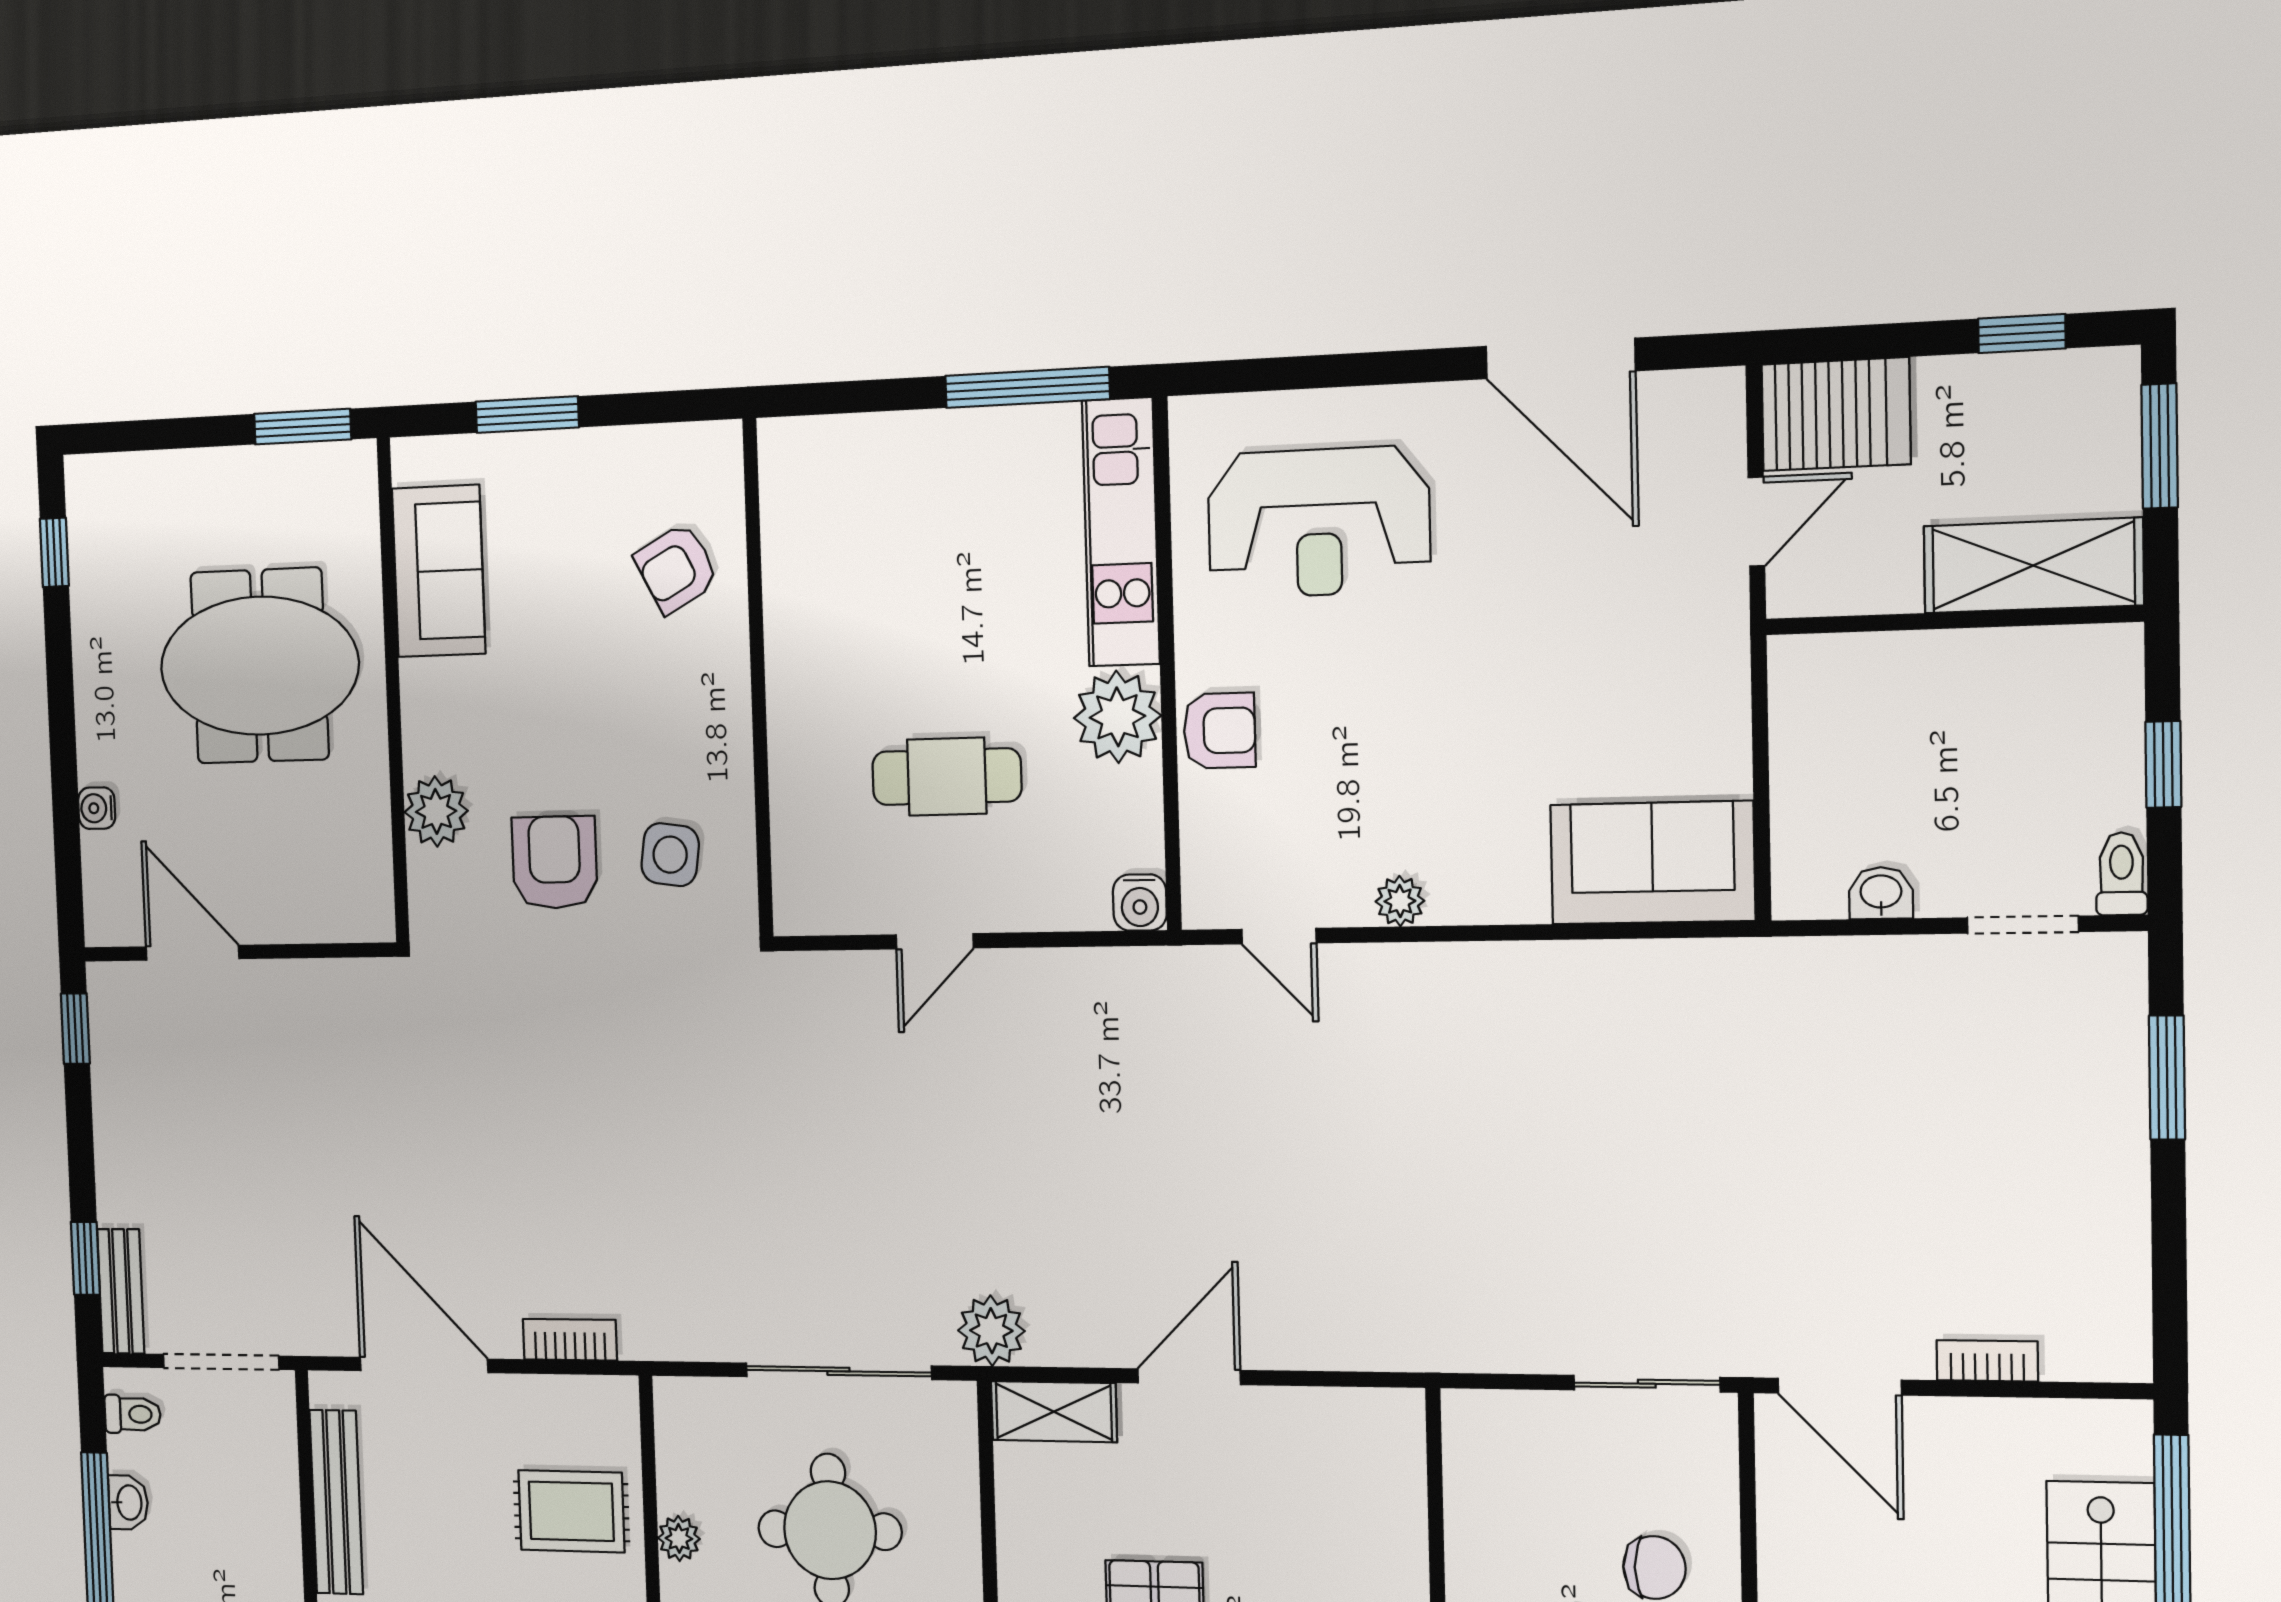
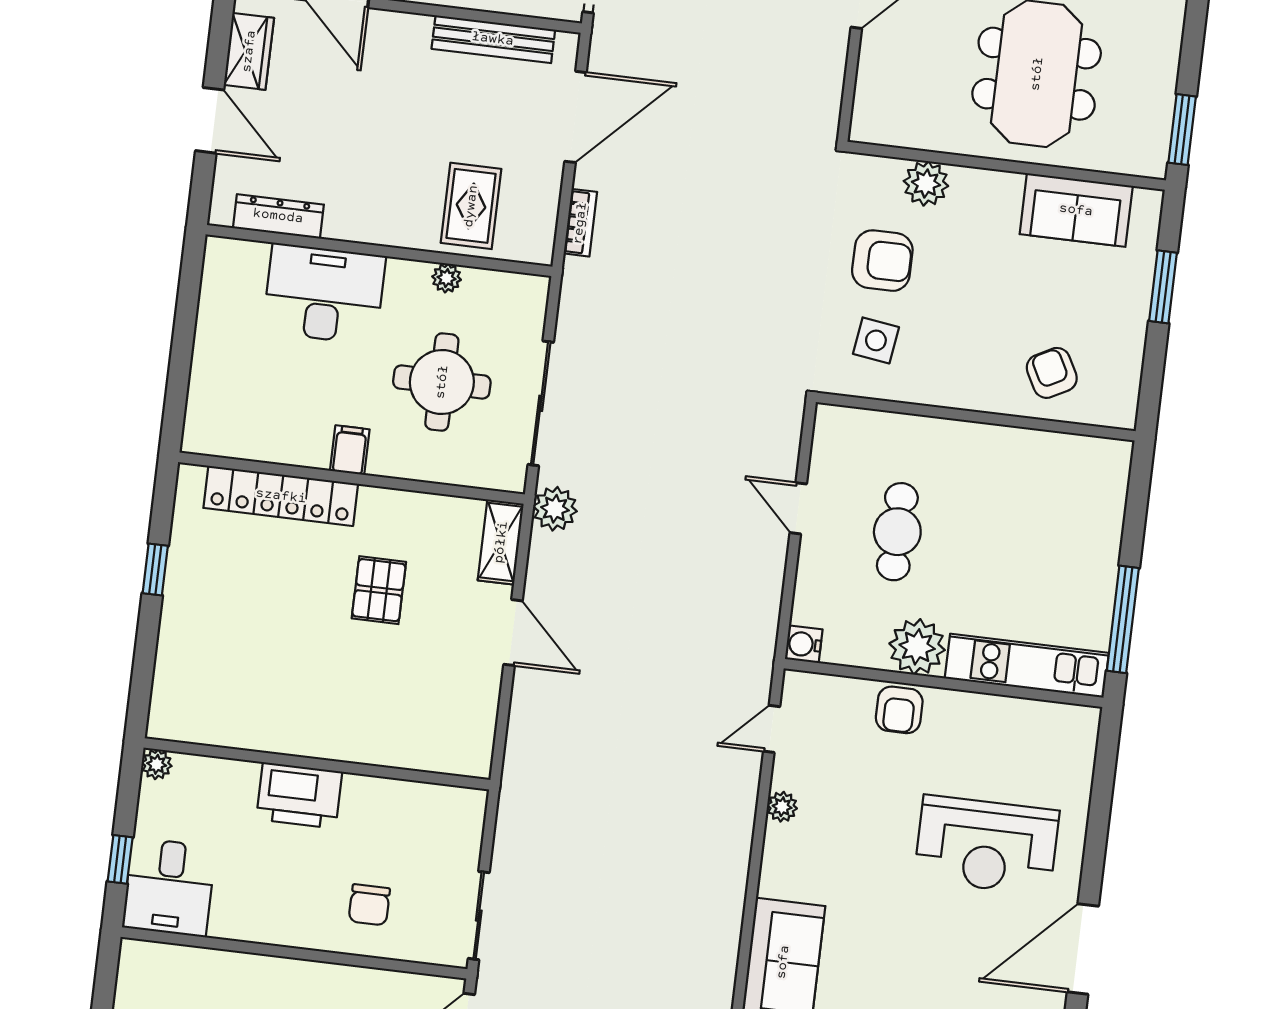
reception desk: (1319, 522) -> (987, 845), moved, turned -90

